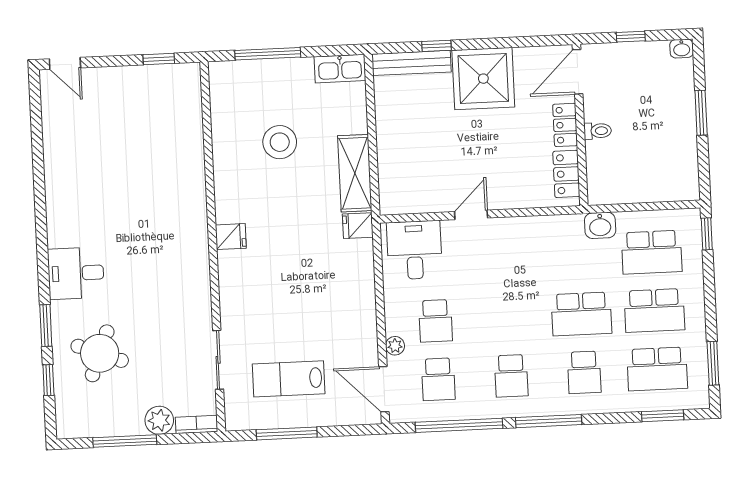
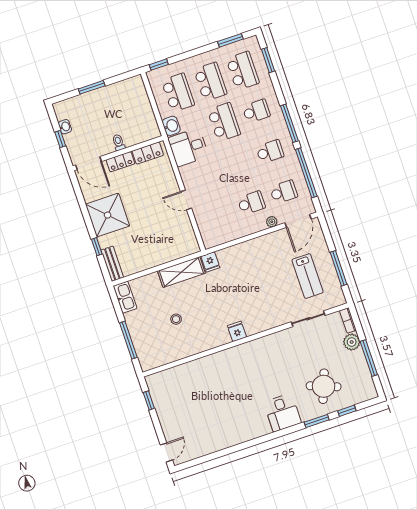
washbasin: (682, 49) -> (65, 127), moved
bench: (411, 63) -> (112, 264), width x0.73
stool: (280, 142) -> (176, 319), width x0.53, depth x0.53
desk: (414, 250) -> (188, 147), moved

